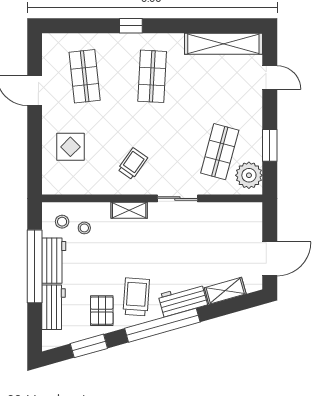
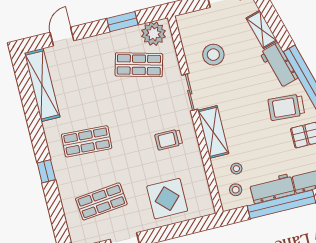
display table: (70, 147) -> (167, 199), width x1.36, depth x1.36
trolley: (133, 164) -> (169, 140), turned -35
shelving: (129, 210) -> (213, 132), width x1.50, depth x1.33
stool: (211, 233) -> (213, 55), added

